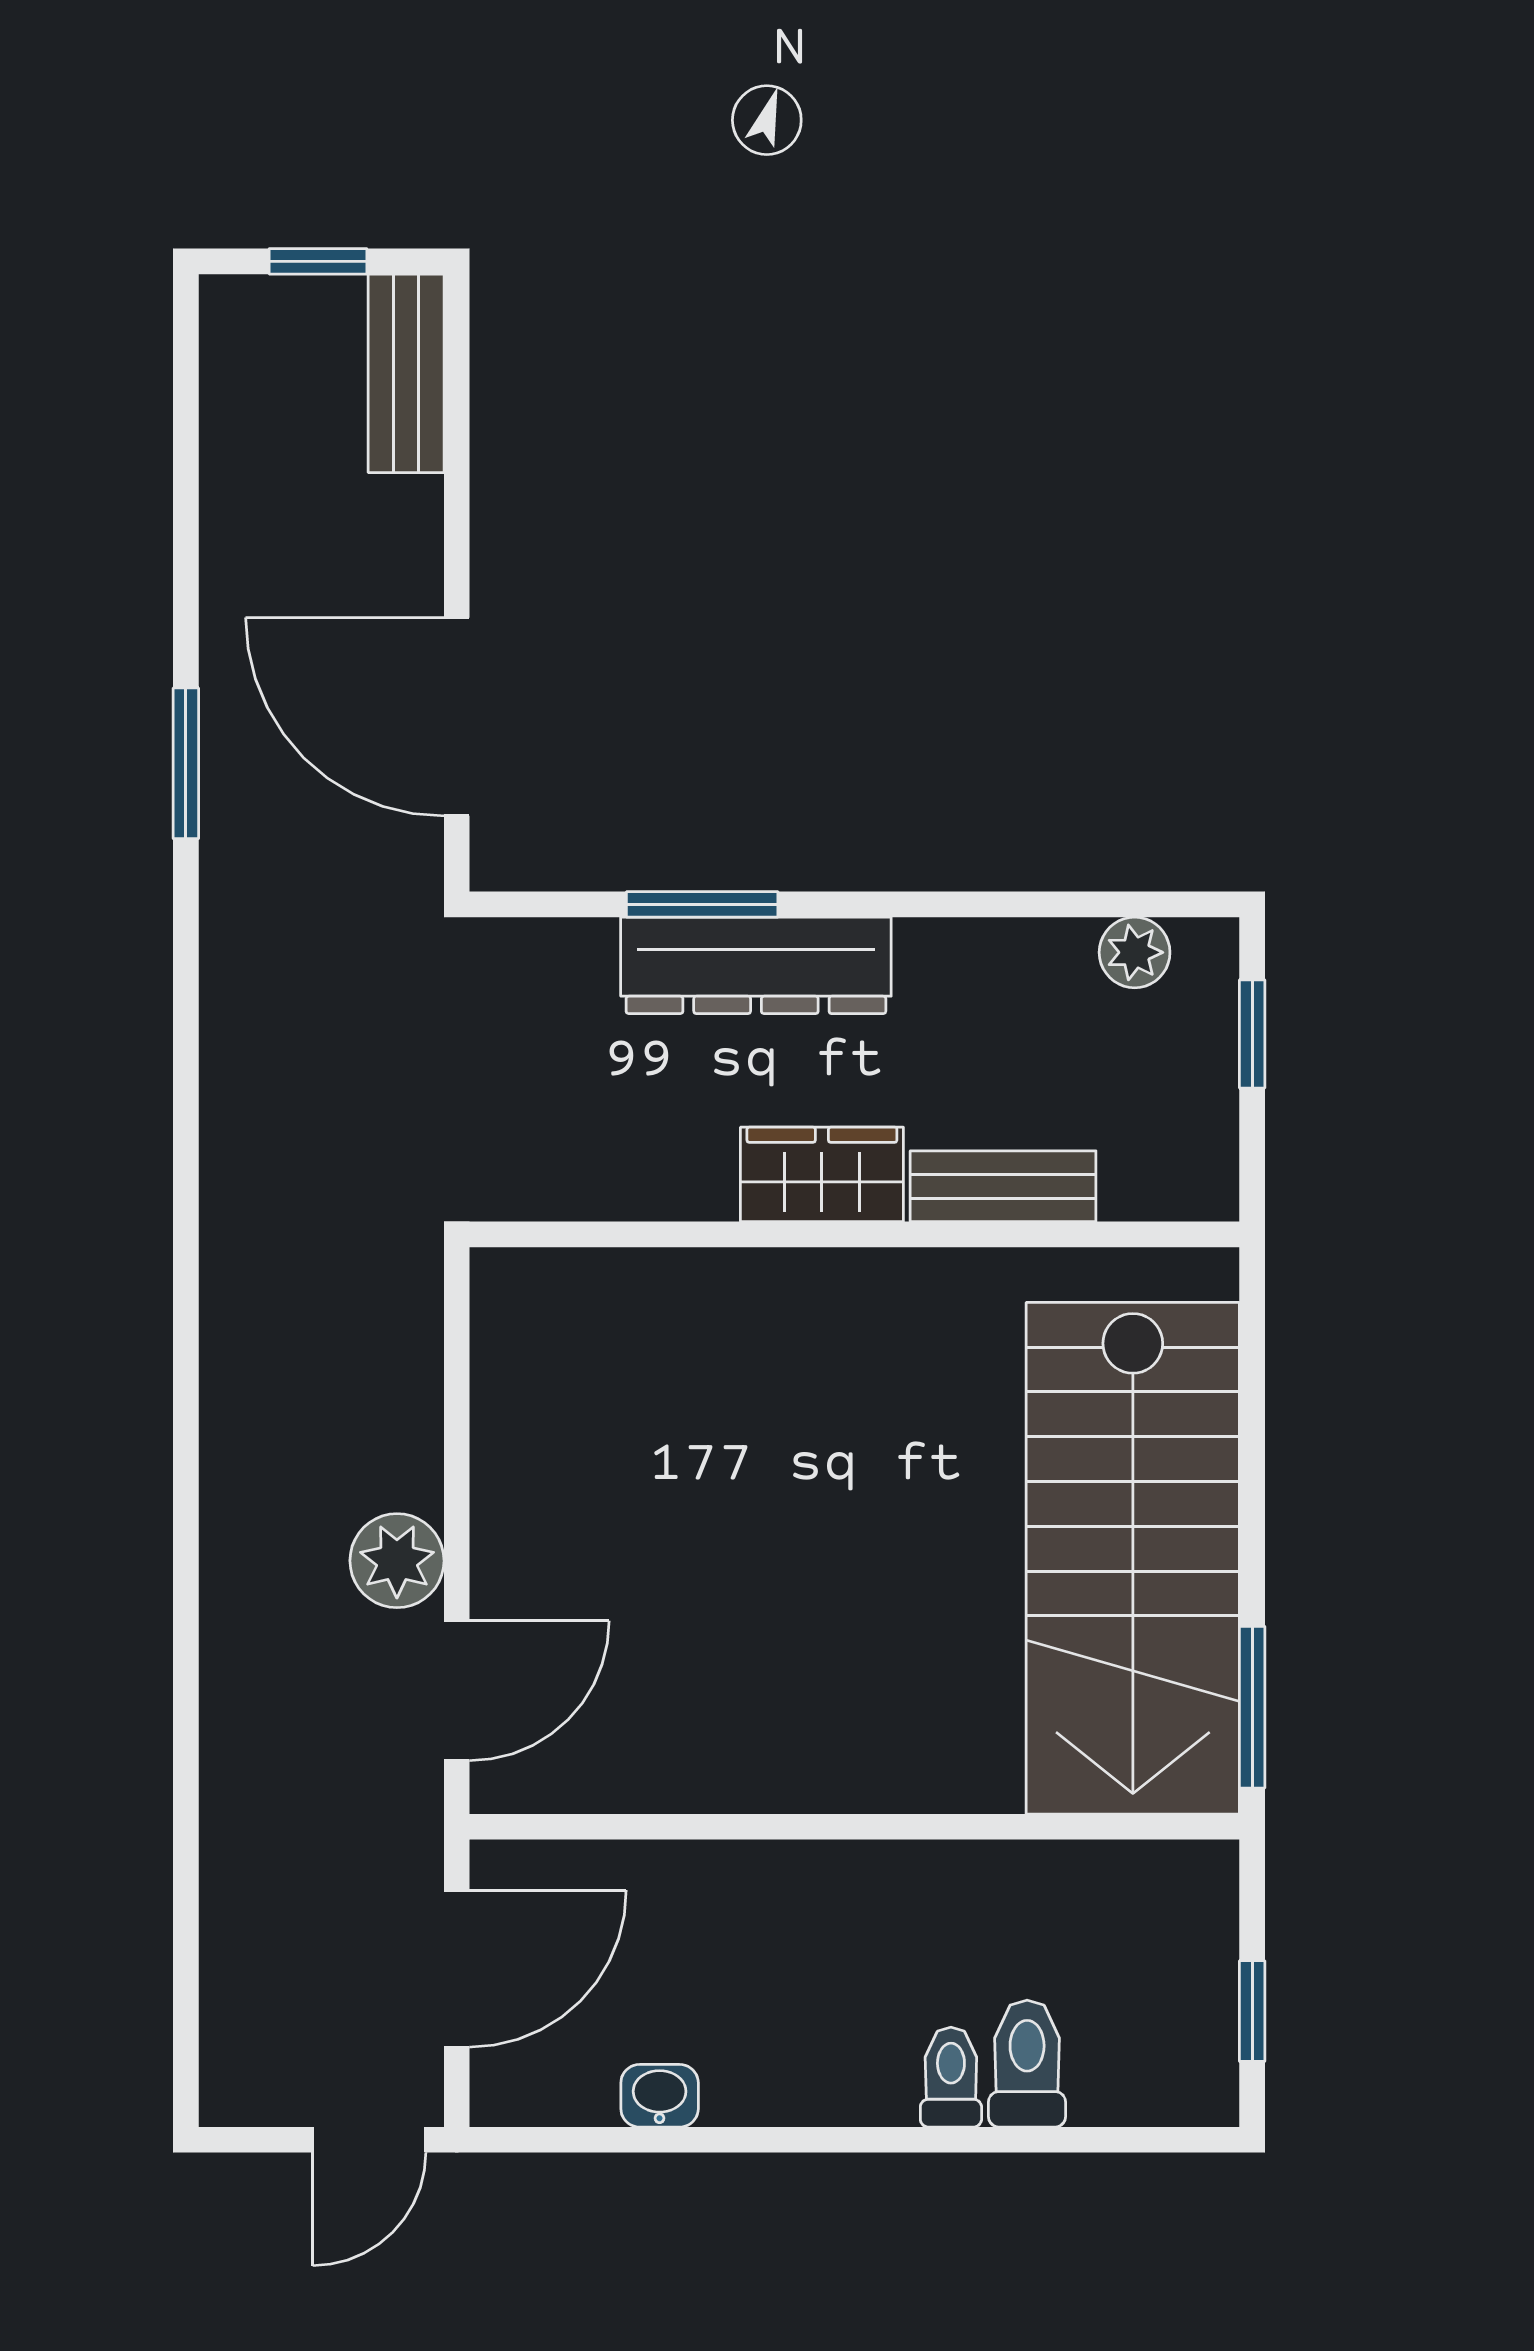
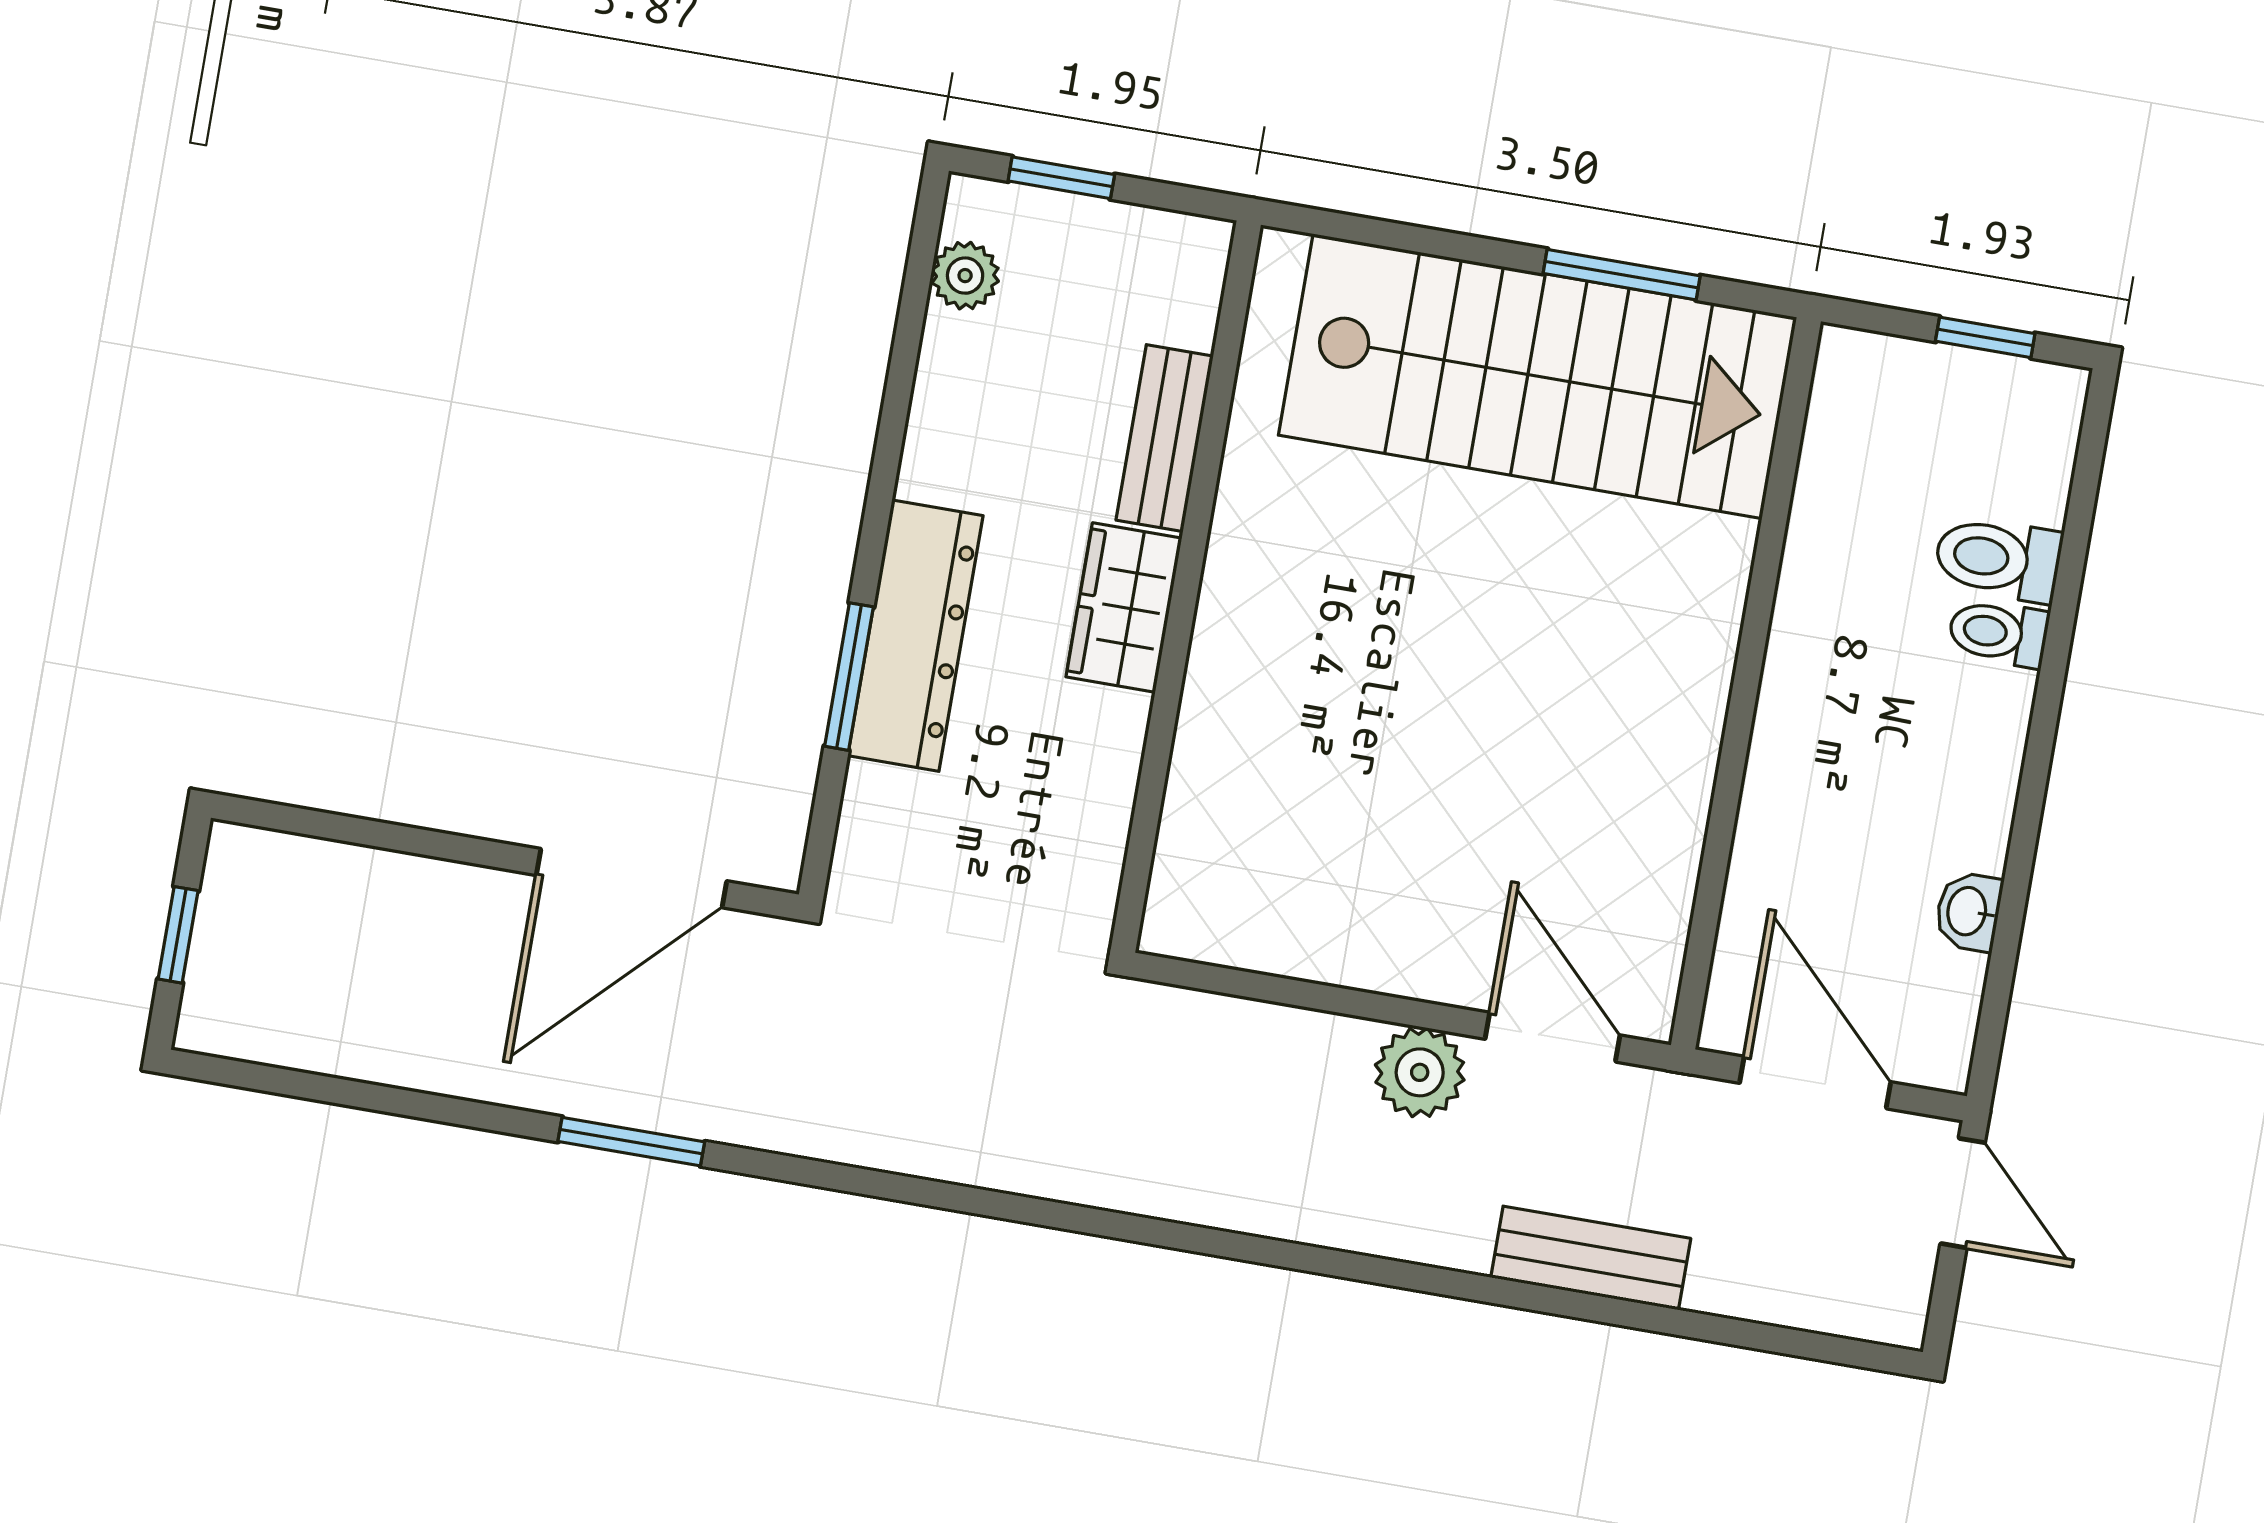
bench: (406, 373) -> (1591, 1258), moved
window: (1252, 1707) -> (1622, 275), moved

